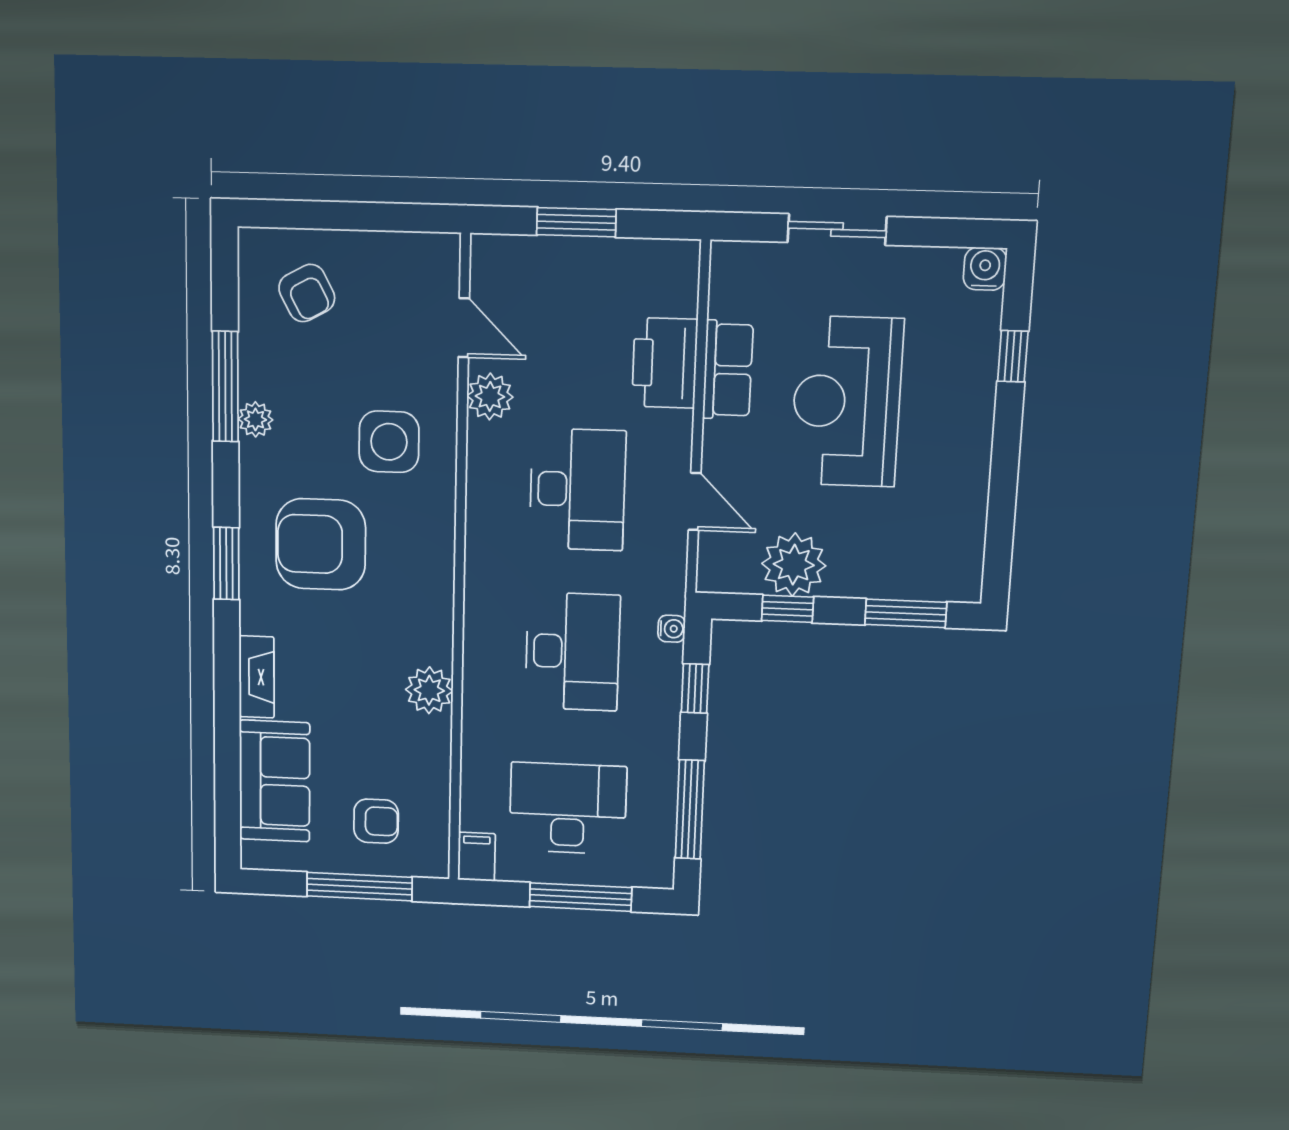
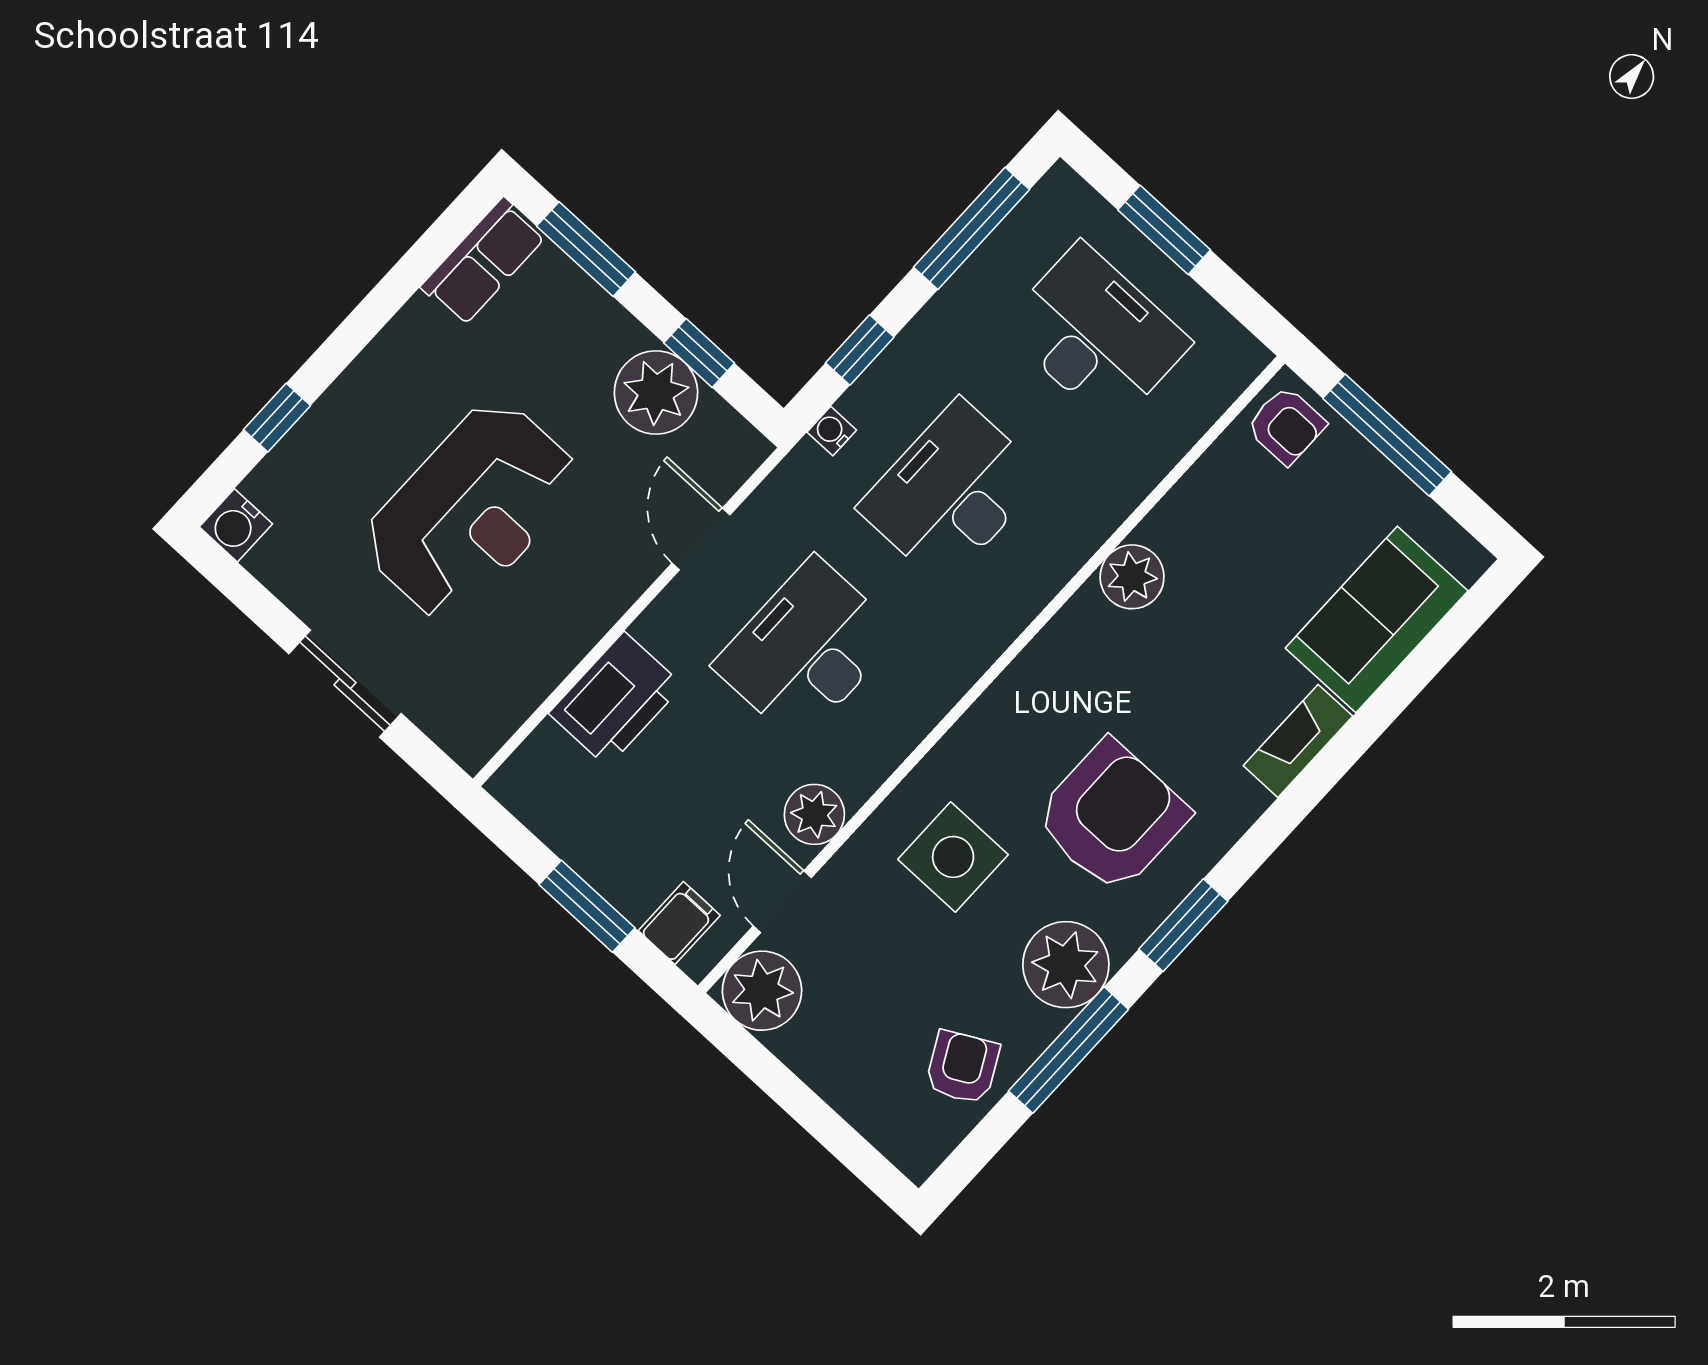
plant: (430, 264) -> (762, 991), added
armchair: (307, 293) -> (962, 1067), moved
row of seats: (728, 370) -> (483, 262), moved, turned 180
plant: (255, 419) -> (1066, 965), width x1.88, depth x1.88
armchair: (321, 544) -> (1112, 816), turned -90
window: (226, 564) -> (1183, 925), moved
desk: (568, 808) -> (1096, 335), turned 180
armchair: (376, 821) -> (1286, 425), moved, turned 180
filing cabinet: (476, 857) -> (679, 923), moved, turned 180
window: (581, 897) -> (1164, 230), width x0.69

